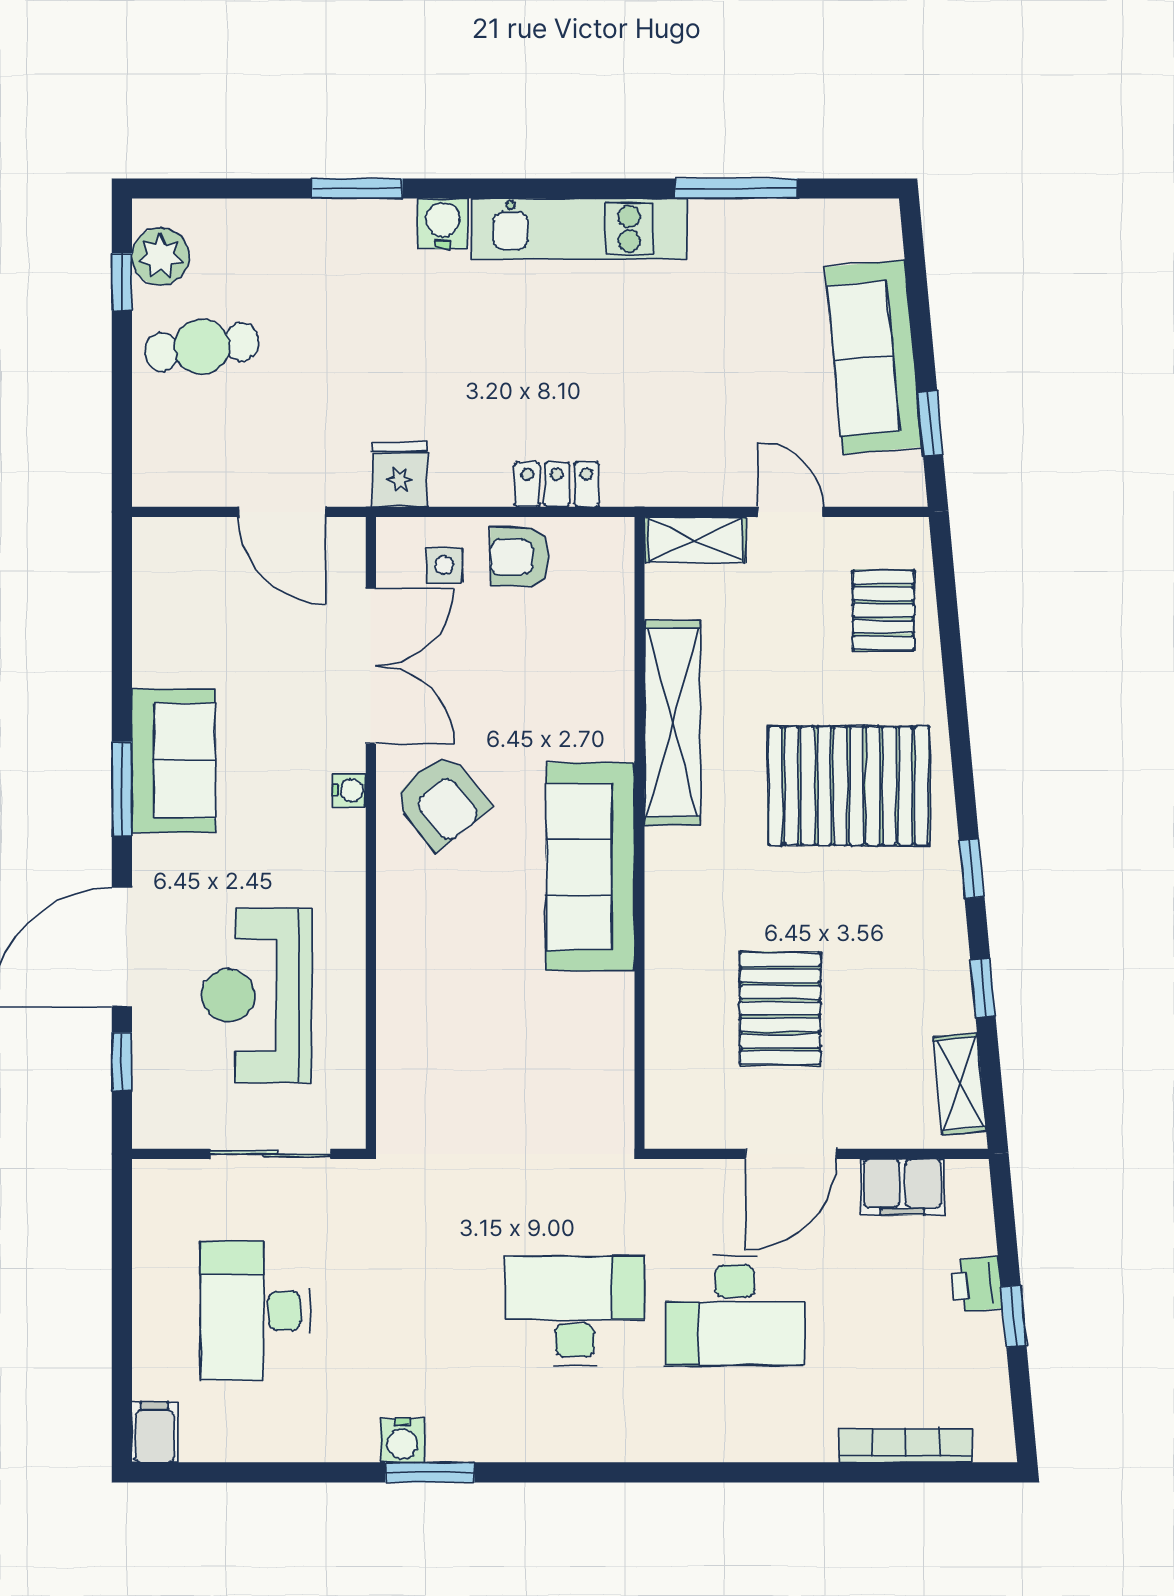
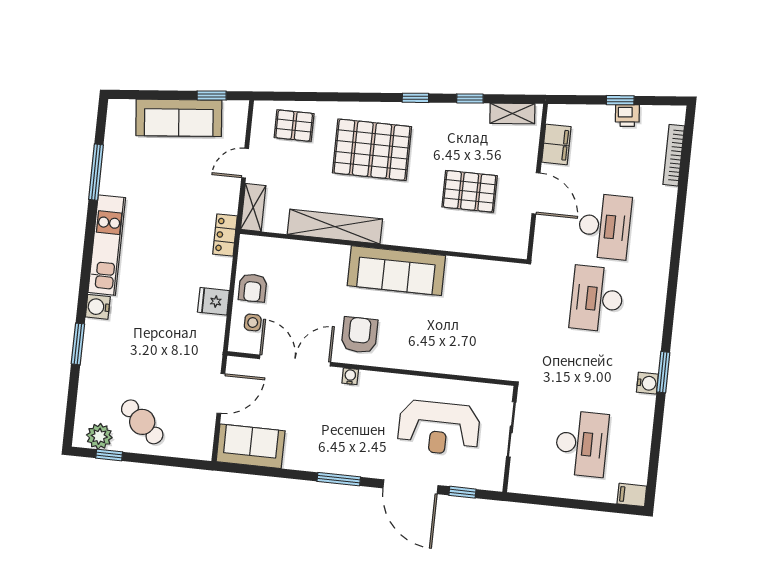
cafe table: (202, 347) -> (142, 422), turned -41
fridge: (400, 475) -> (213, 301), moved
locker: (557, 485) -> (225, 235), moved
sofa: (173, 761) -> (251, 446), moved
pallet: (848, 786) -> (372, 150), turned 90
armchair: (441, 801) -> (359, 335), turned -51
printer: (977, 1285) -> (627, 116), moved
desk: (255, 1311) -> (582, 444), turned -90

